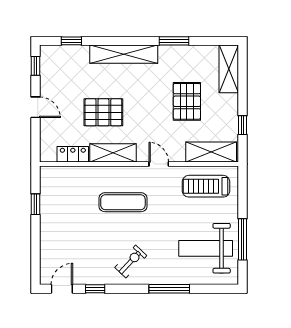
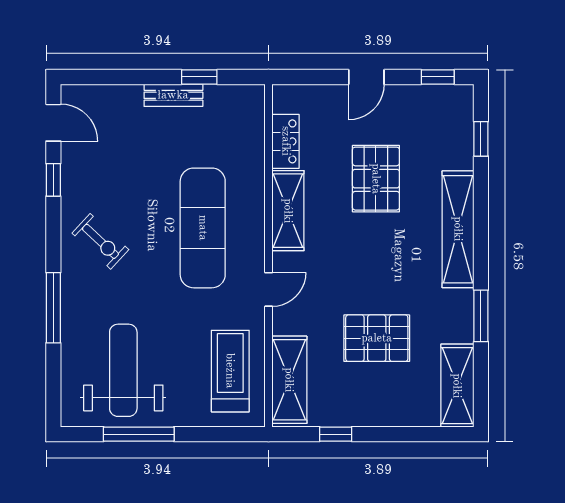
shelving: (229, 69) -> (457, 386), moved, turned 90
pallet: (103, 112) -> (376, 179), moved
exercise mat: (123, 202) -> (203, 228), width x1.36, depth x1.45
bench: (46, 219) -> (173, 95), added

